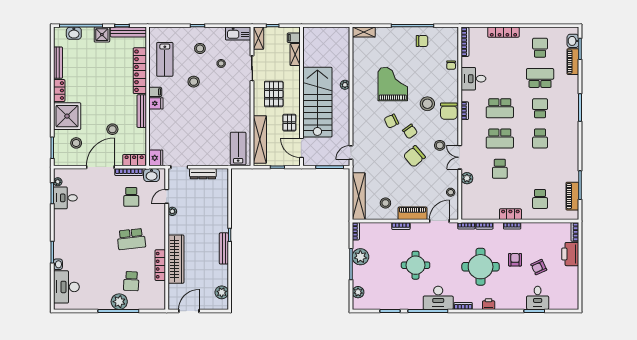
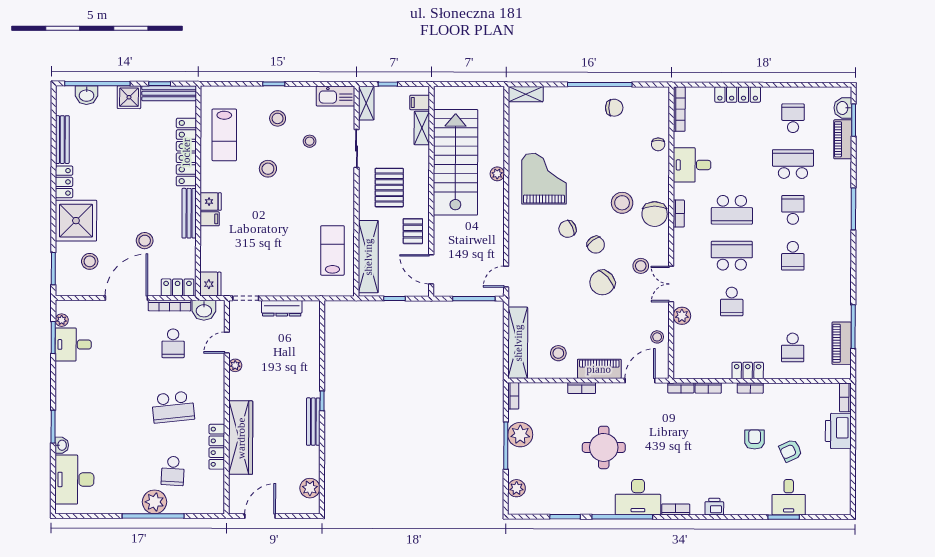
grand piano: (393, 84) -> (544, 179), moved
filing cabinet: (155, 92) -> (210, 219), moved
stairs: (317, 102) -> (455, 162), moved
school desk: (500, 138) -> (732, 256), turned 180
lab bench: (238, 148) -> (332, 250), moved
round table: (481, 267) -> (702, 450), removed

